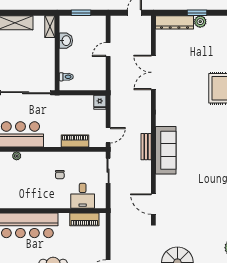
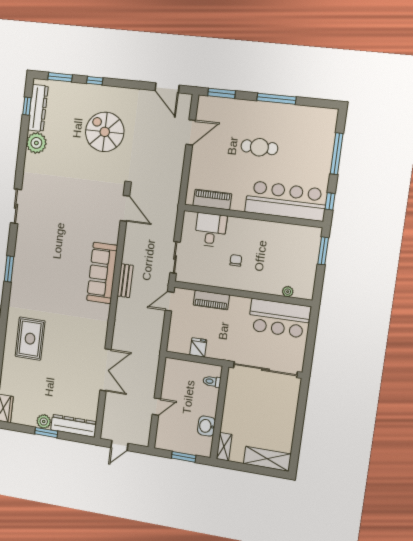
fridge: (100, 102) -> (198, 347), moved

